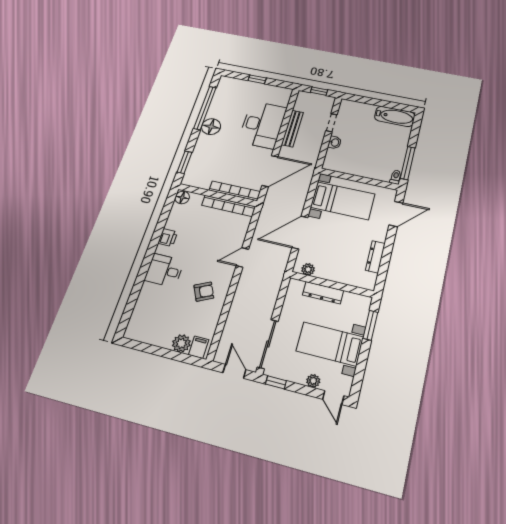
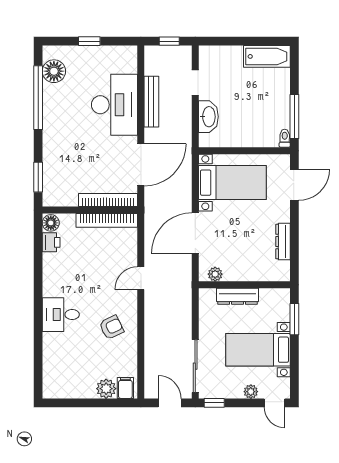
floor lamp: (211, 127) -> (54, 71), moved
washbasin: (335, 142) -> (208, 117), width x1.91, depth x1.45
printer: (168, 238) -> (51, 242), moved

